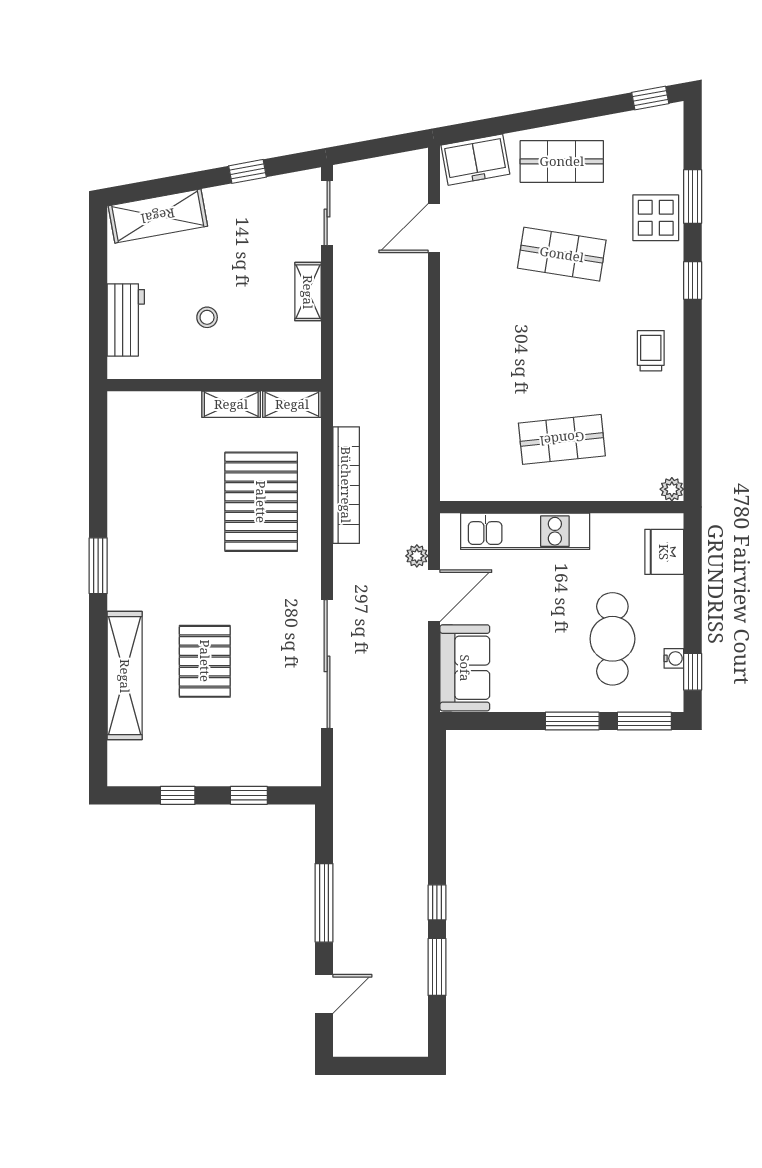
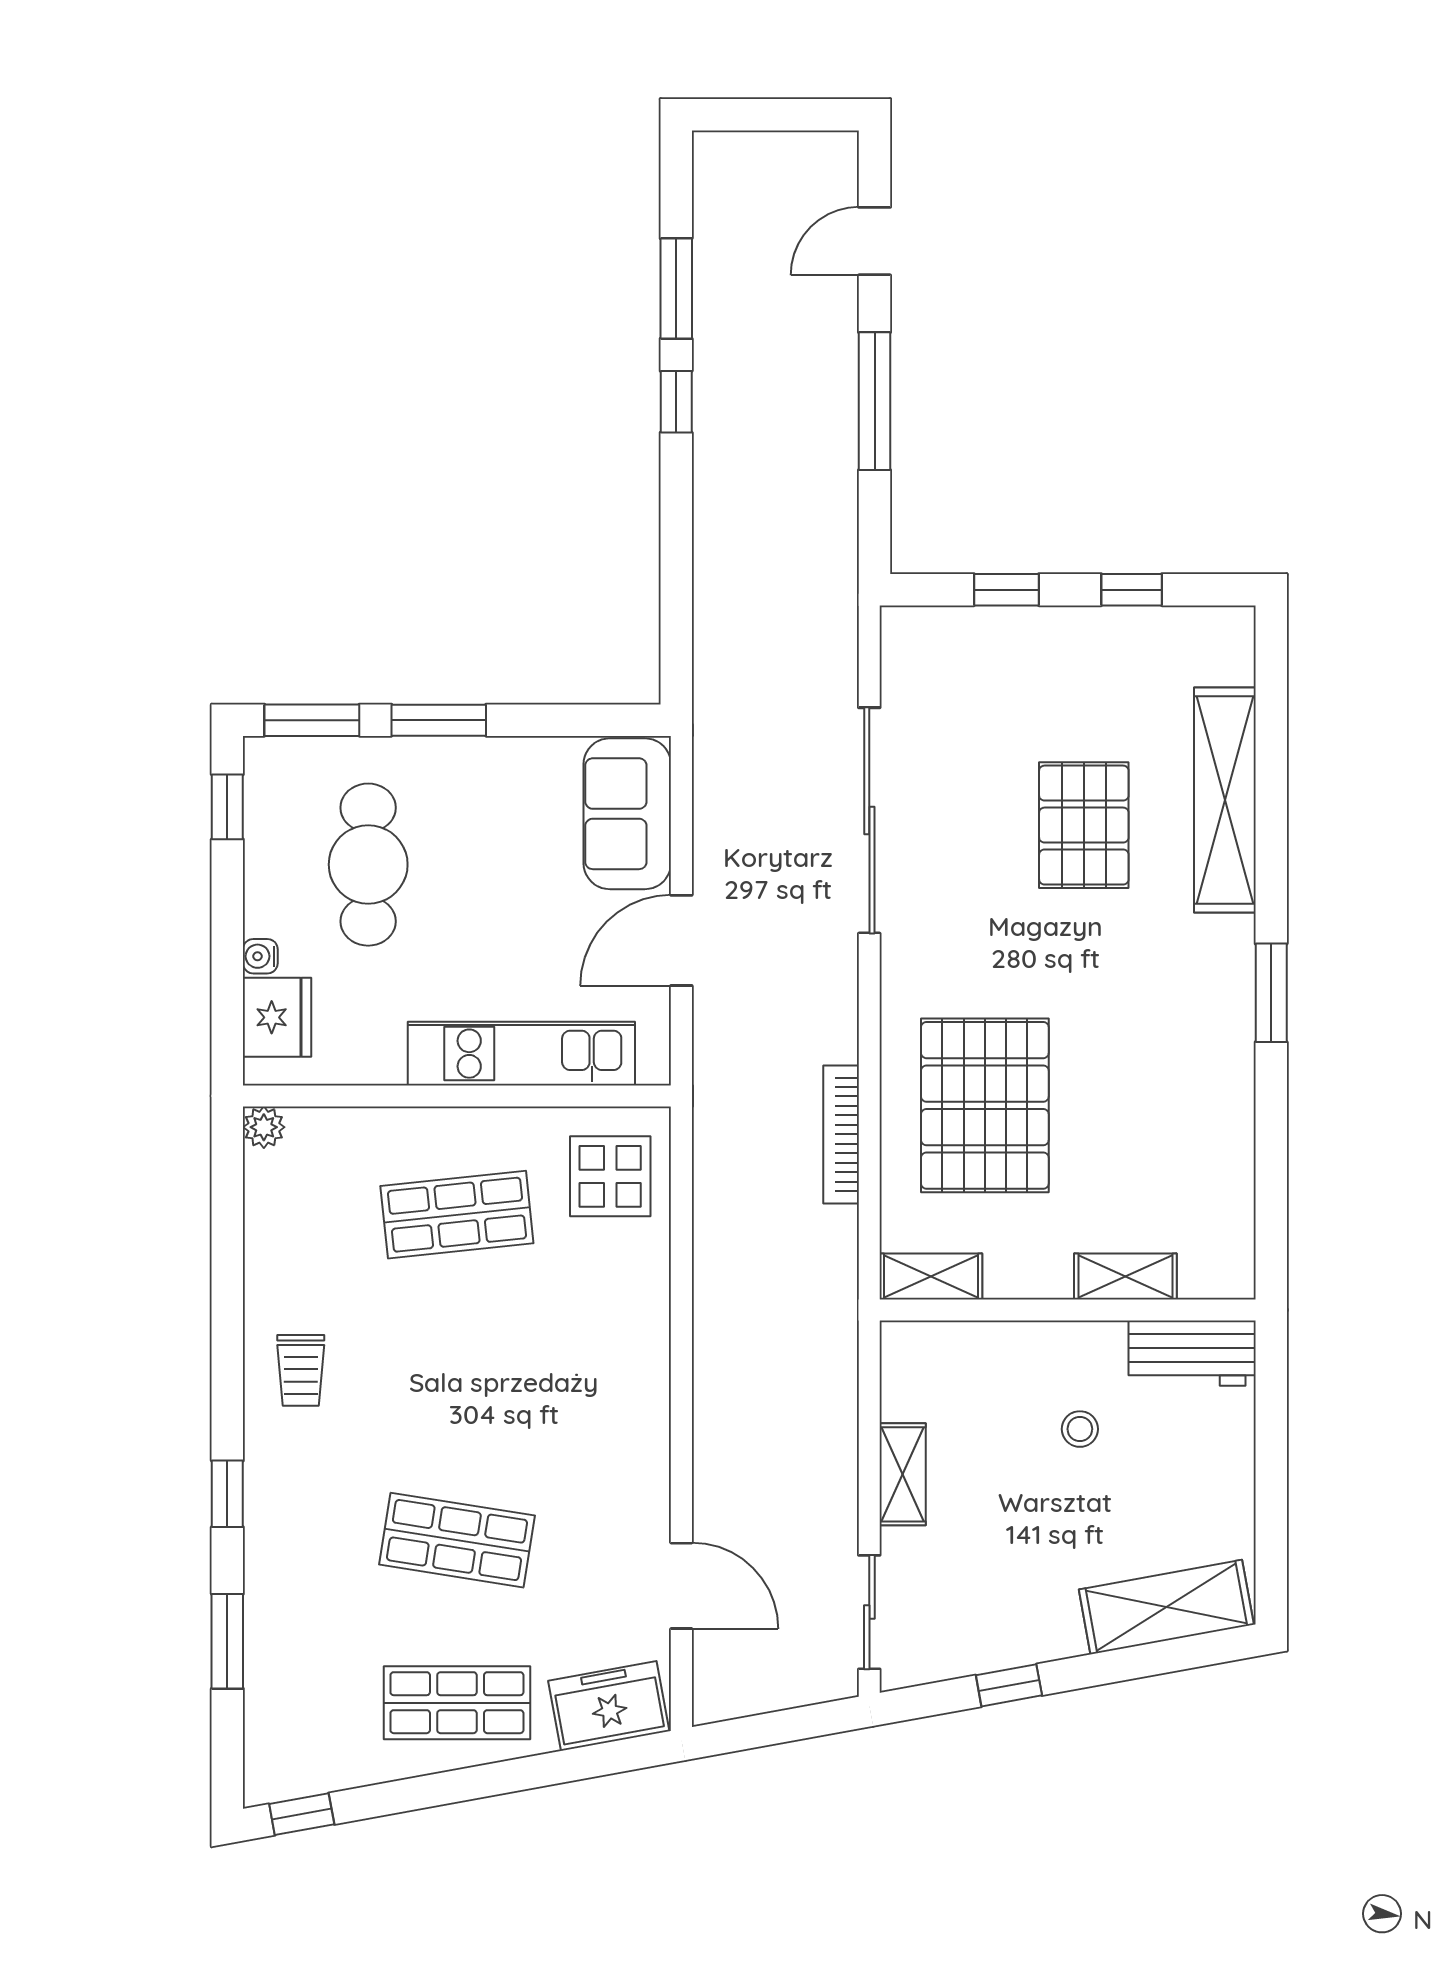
display table: (656, 218) -> (610, 1176), moved
door: (434, 228) -> (681, 1586), hinge flipped
workbench: (126, 320) -> (1192, 1353), moved, turned -90
shelving: (231, 404) -> (1125, 1276), moved
bookcase: (346, 485) -> (841, 1134), width x0.68, depth x0.76
plant: (417, 556) -> (712, 1010), removed
water cooler: (674, 658) -> (260, 956), moved

